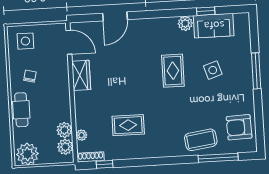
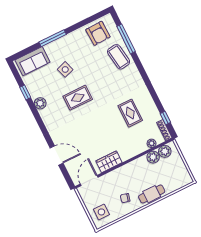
sofa: (214, 26) -> (33, 61), moved, turned 90
plant: (27, 154) -> (181, 176), removed

